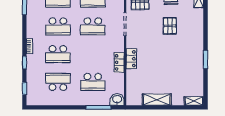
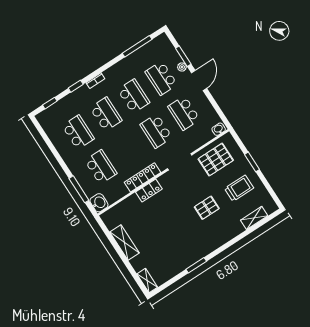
school desk: (58, 26) -> (134, 96), turned 180
school desk: (58, 54) -> (106, 114), turned 180
locker: (119, 62) -> (143, 177), width x1.53
school desk: (93, 82) -> (101, 167), turned 180

